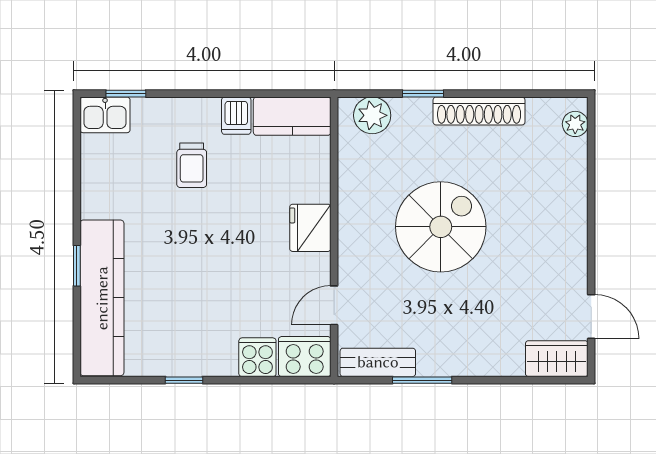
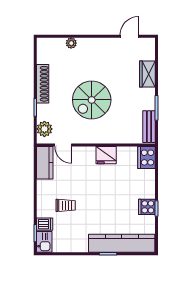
dishwasher: (236, 116) -> (45, 224), moved
plant: (575, 124) -> (71, 43), moved
spiral stairs: (441, 227) -> (92, 100), turned -90
fridge: (310, 228) -> (106, 155), moved
door: (334, 305) -> (63, 145), moved
cooker: (257, 357) -> (147, 207), moved
wardrobe: (557, 359) -> (147, 74), moved

